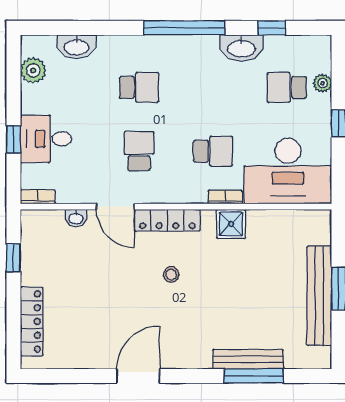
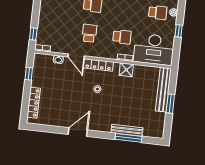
school desk: (287, 87) -> (158, 12), turned 180
window: (13, 139) -> (33, 34), moved
desk: (46, 139) -> (49, 23), removed
bench: (319, 296) -> (163, 90), moved

